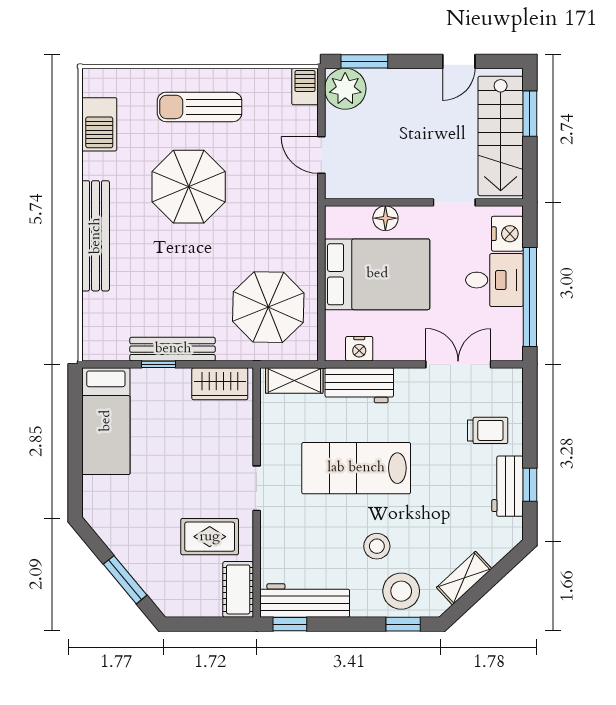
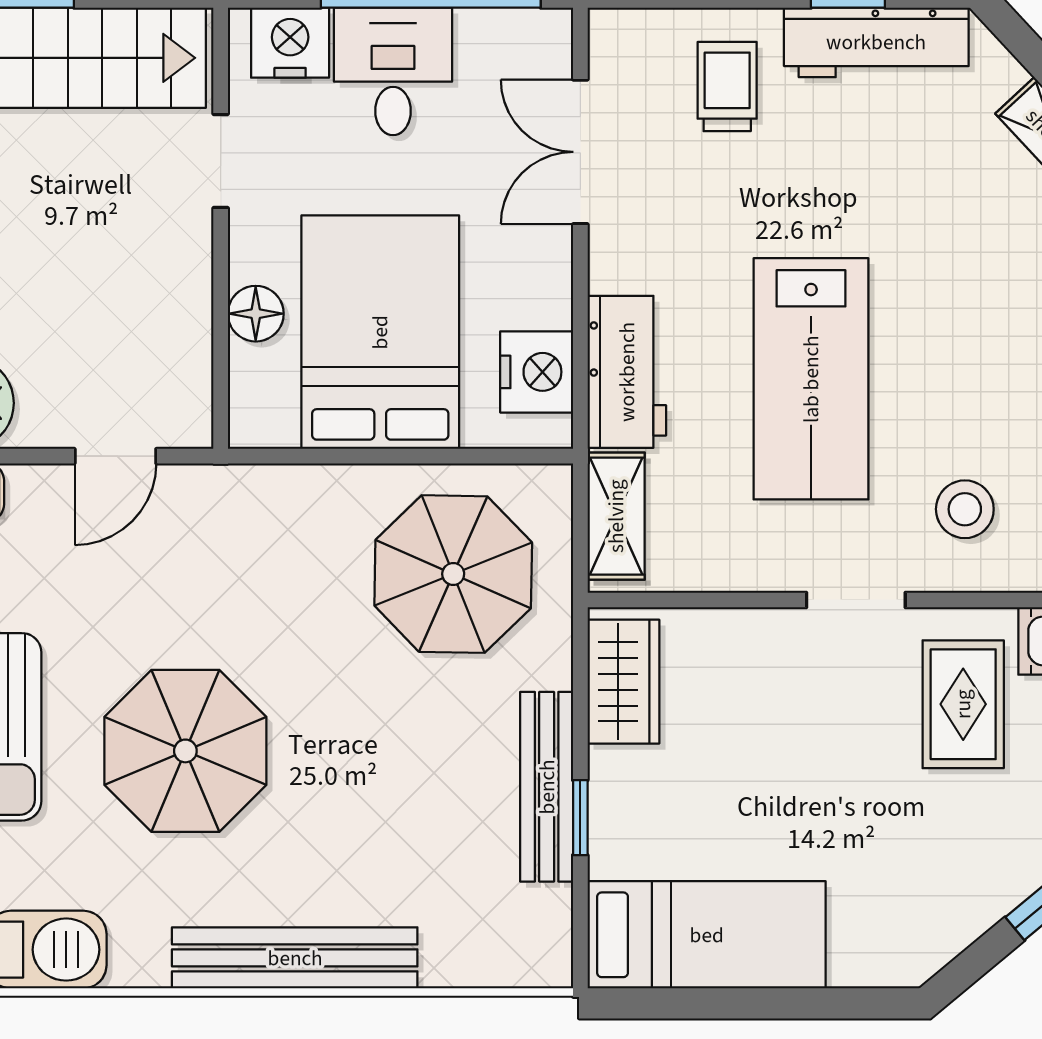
nightstand: (359, 349) -> (537, 372), width x1.36, depth x1.33
workbench: (507, 486) -> (876, 42), width x1.38
stool: (377, 546) -> (965, 509), moved

